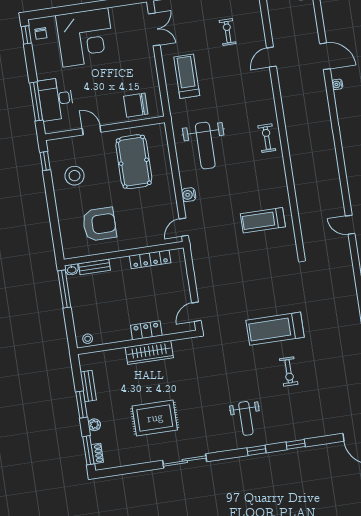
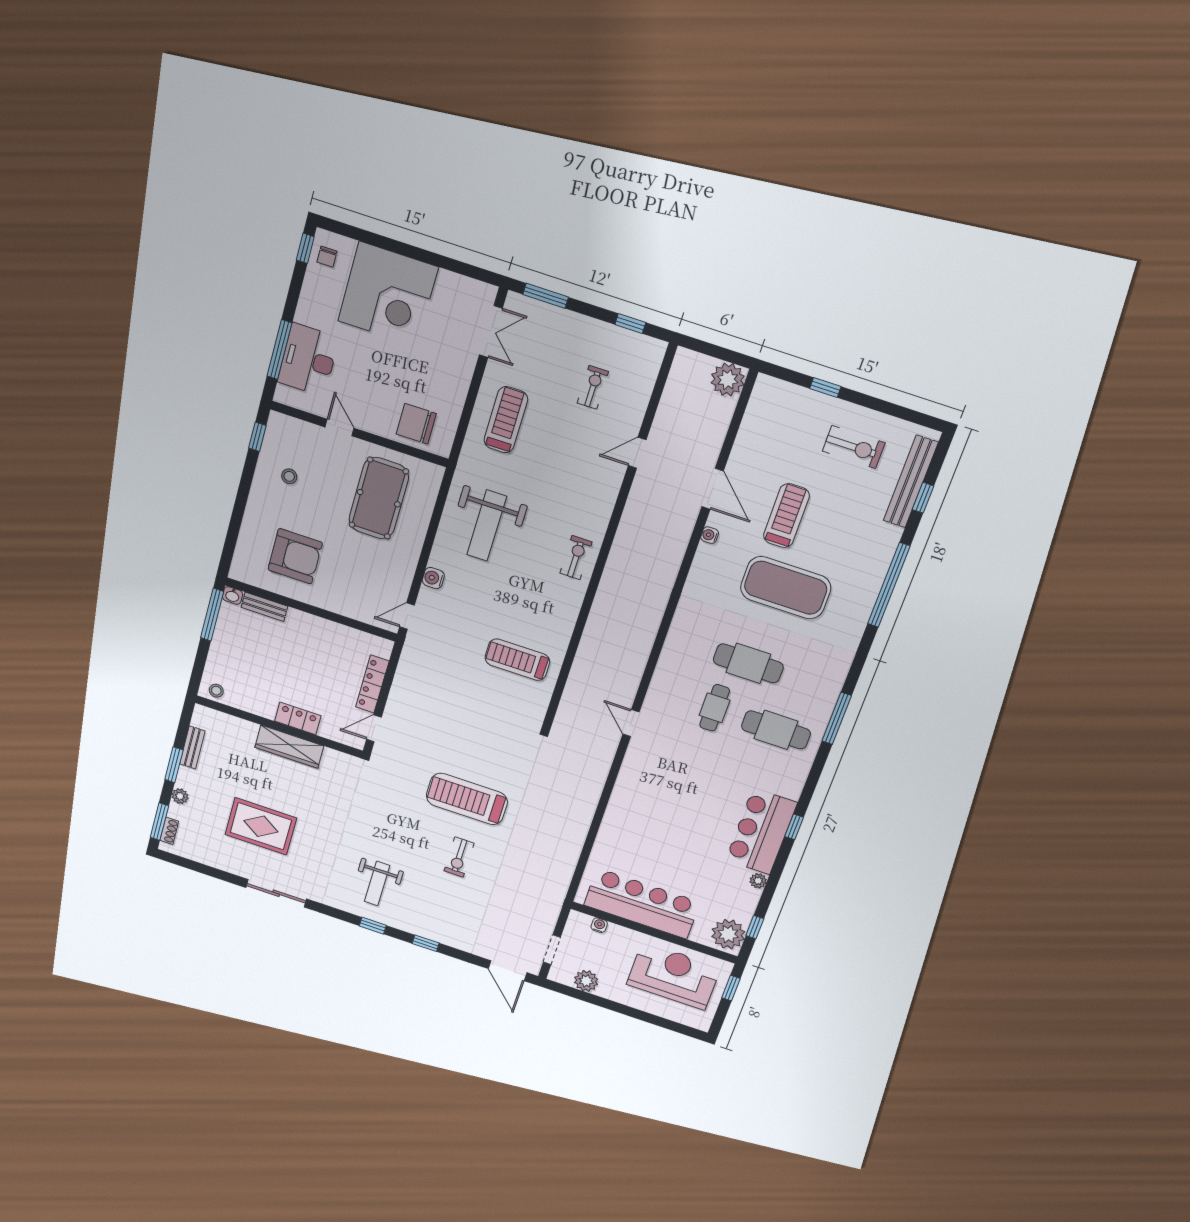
stool: (75, 176) -> (289, 476), width x0.53, depth x0.53
locker: (150, 259) -> (372, 684), moved, turned 90

